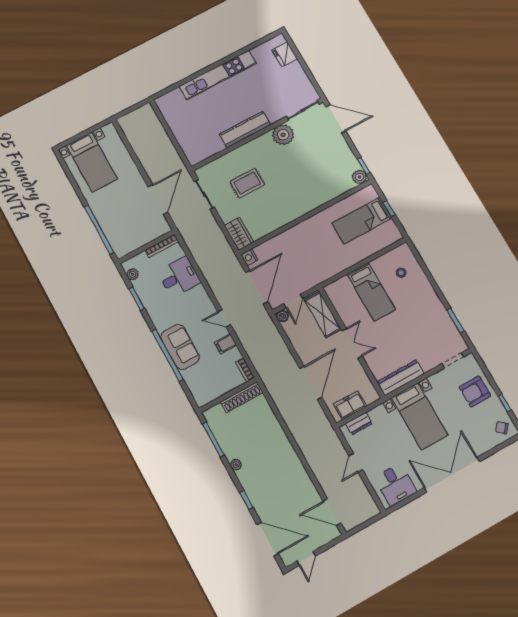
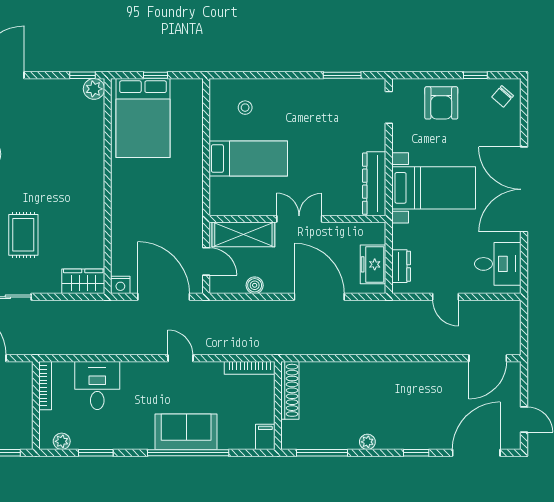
bed: (362, 221) -> (143, 118), width x1.50
boiler: (282, 316) -> (255, 285), moved
door: (224, 318) -> (180, 358), swing flipped
filing cabinet: (225, 344) -> (265, 437), moved, turned 180
bookcase: (245, 370) -> (250, 368), width x1.56

